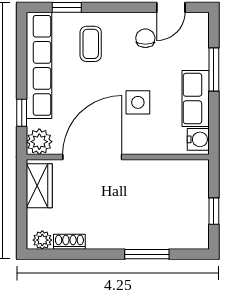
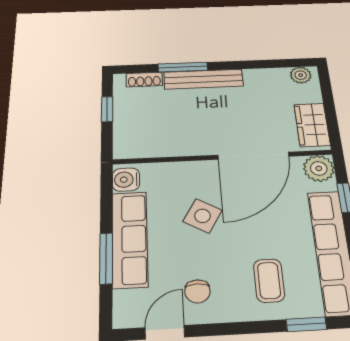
row of seats: (196, 99) -> (130, 239), width x1.48
side table: (138, 102) -> (202, 216), turned 30
bench: (129, 240) -> (203, 79), added
shoe rack: (69, 242) -> (144, 80), moved

